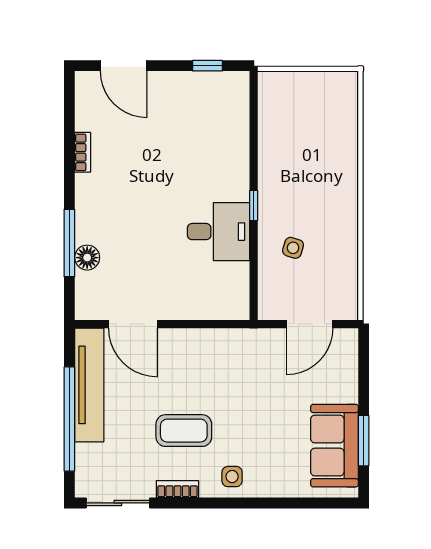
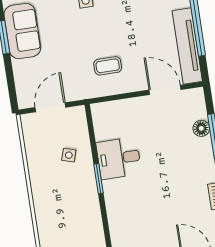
window: (254, 205) -> (99, 179), width x1.50
coffee table: (184, 431) -> (108, 66), moved, width x0.73, depth x0.77

